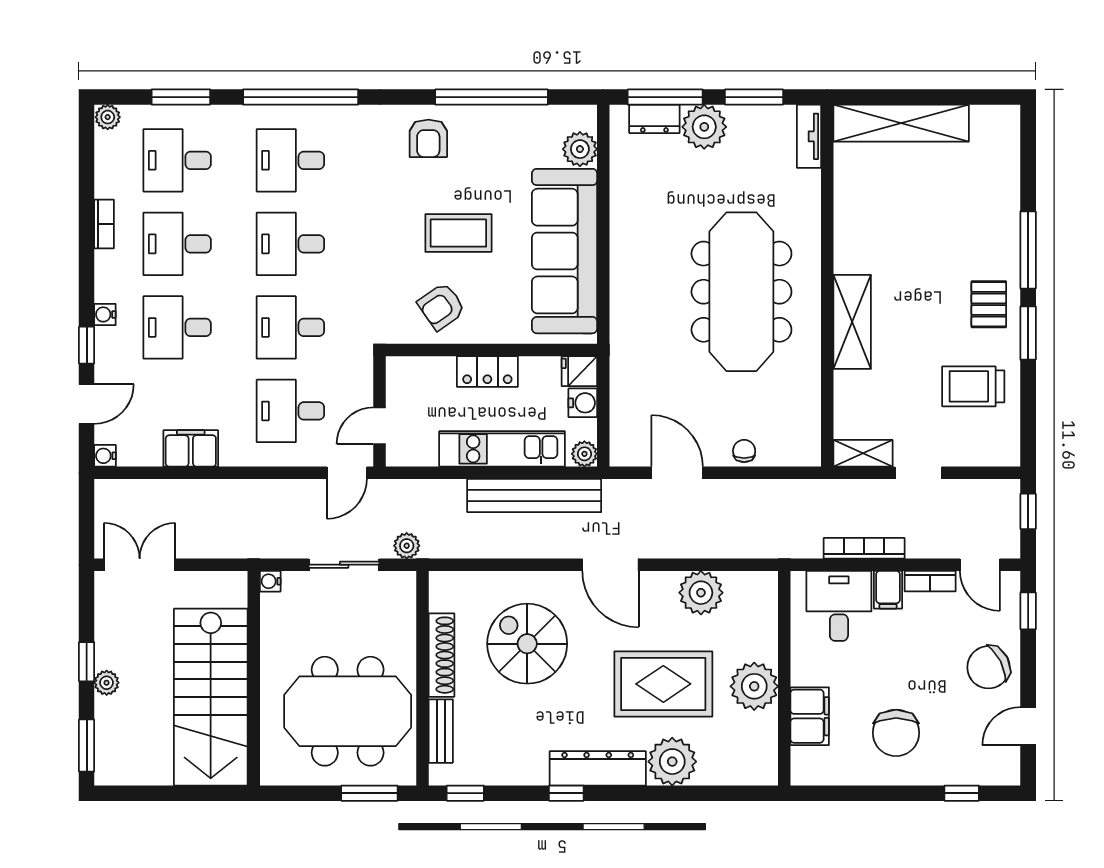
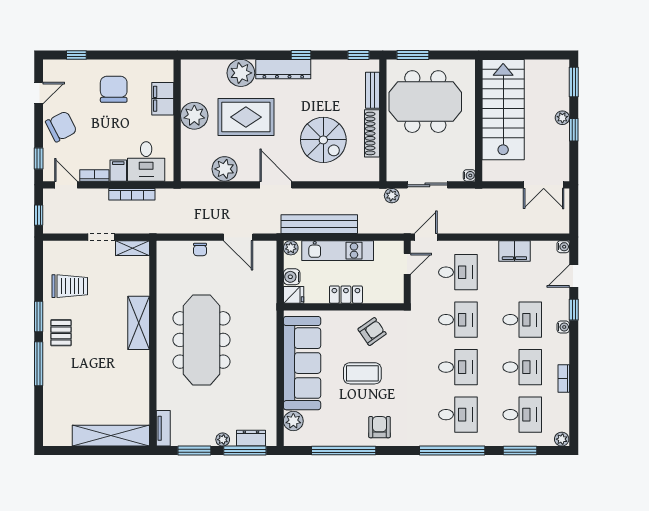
plant: (704, 127) -> (223, 440), width x0.53, depth x0.53

